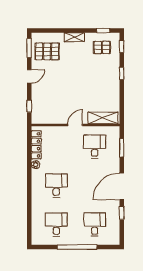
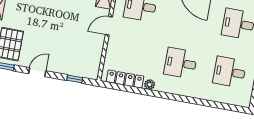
door: (29, 76) -> (37, 72), hinge flipped
door: (75, 125) -> (109, 26), hinge flipped

